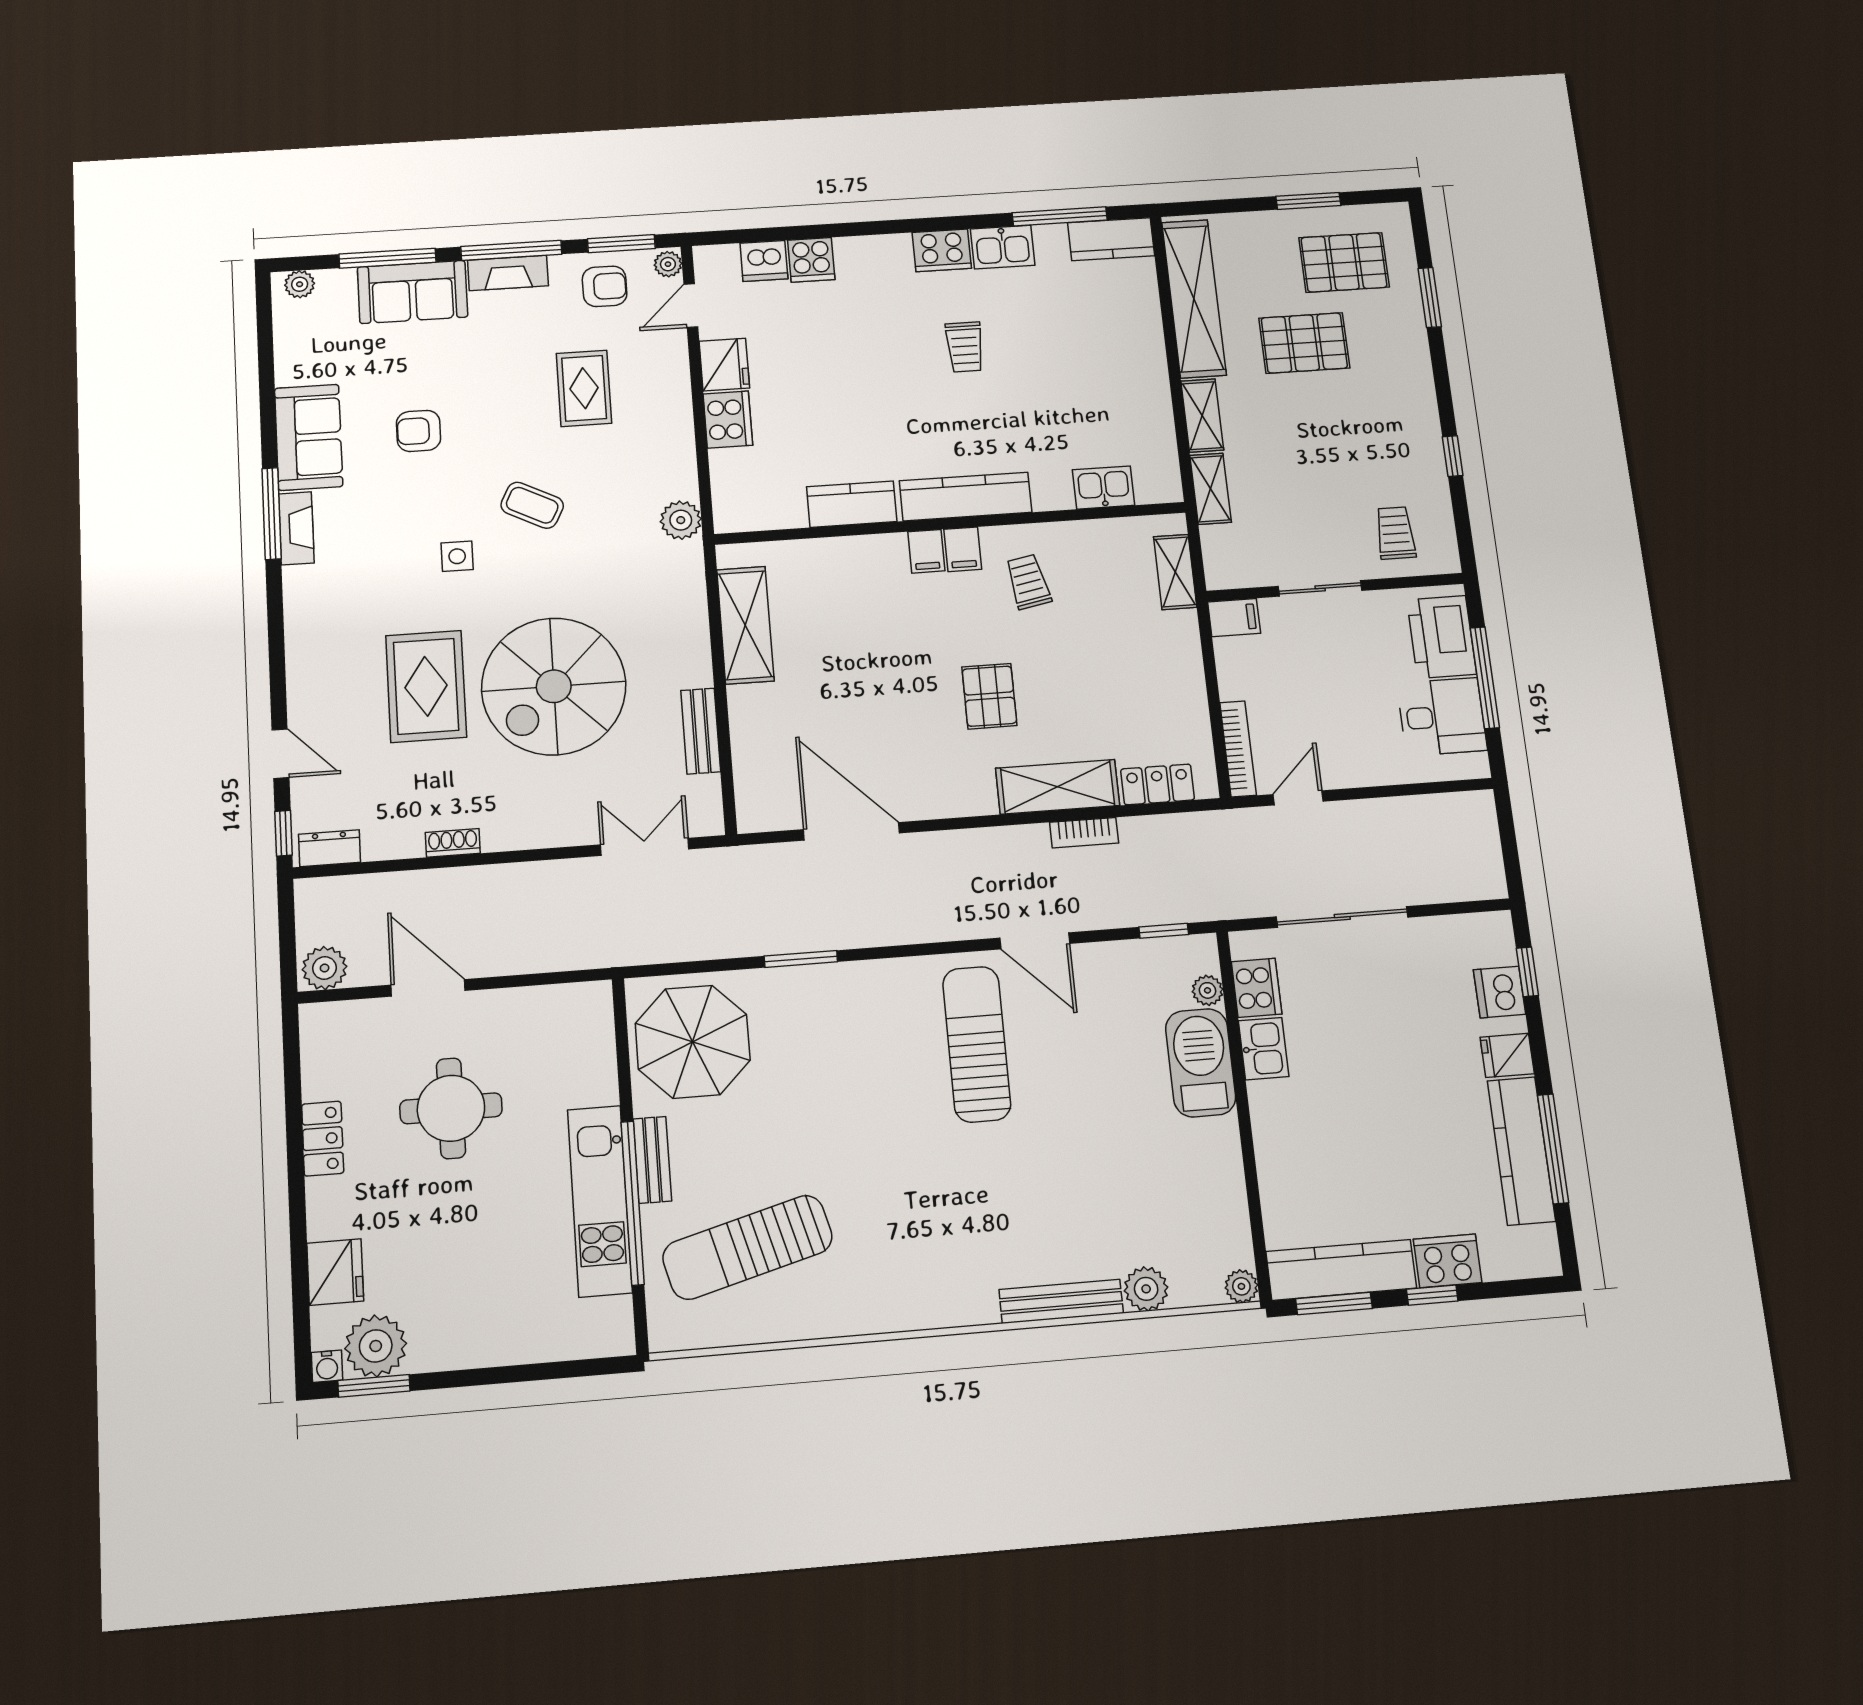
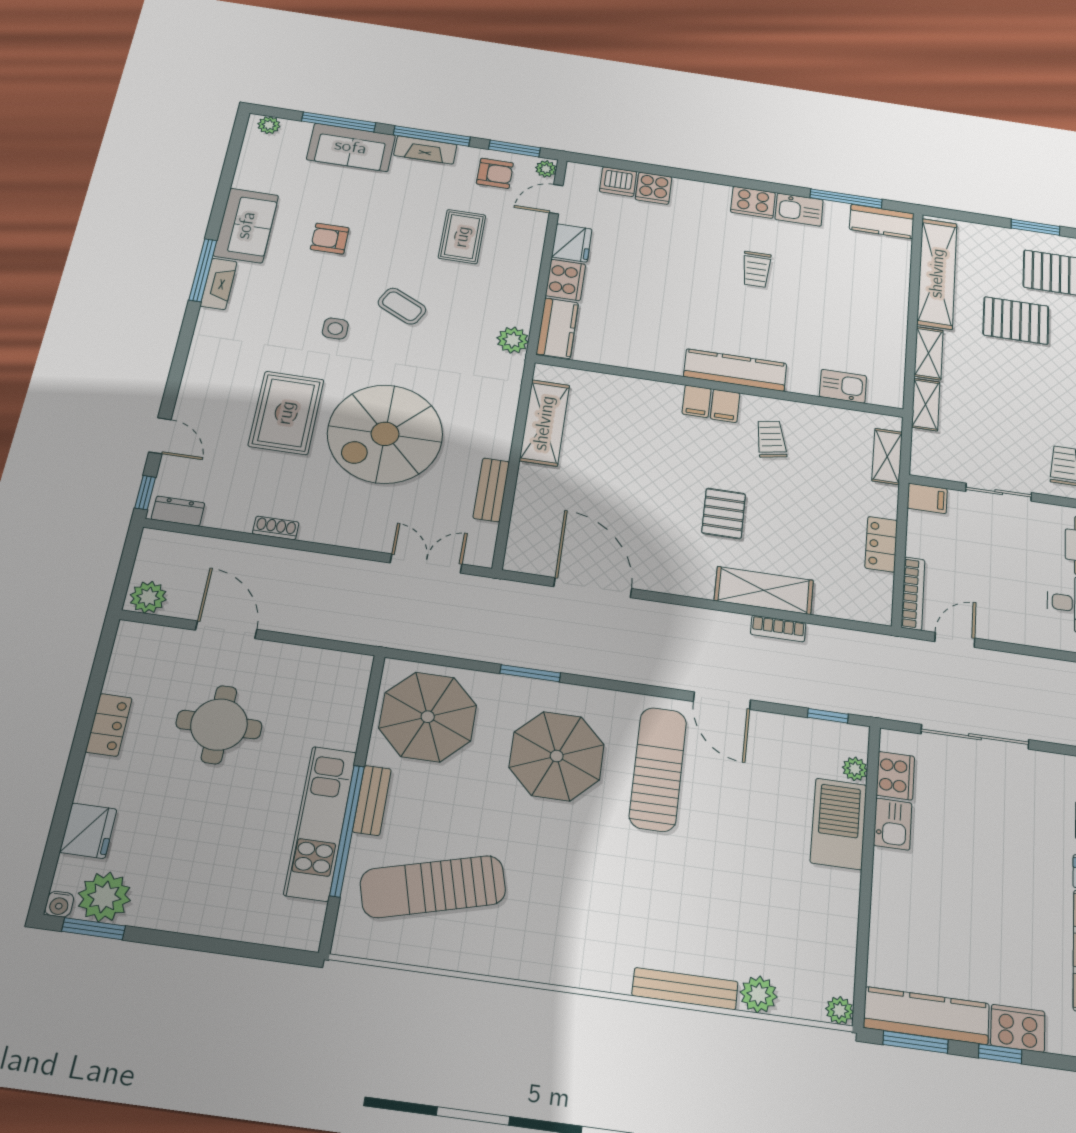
kitchen counter: (852, 504) -> (557, 328), moved, turned 90
locker: (1158, 784) -> (881, 544), moved, turned -90
parasol: (855, 1055) -> (557, 756), added

